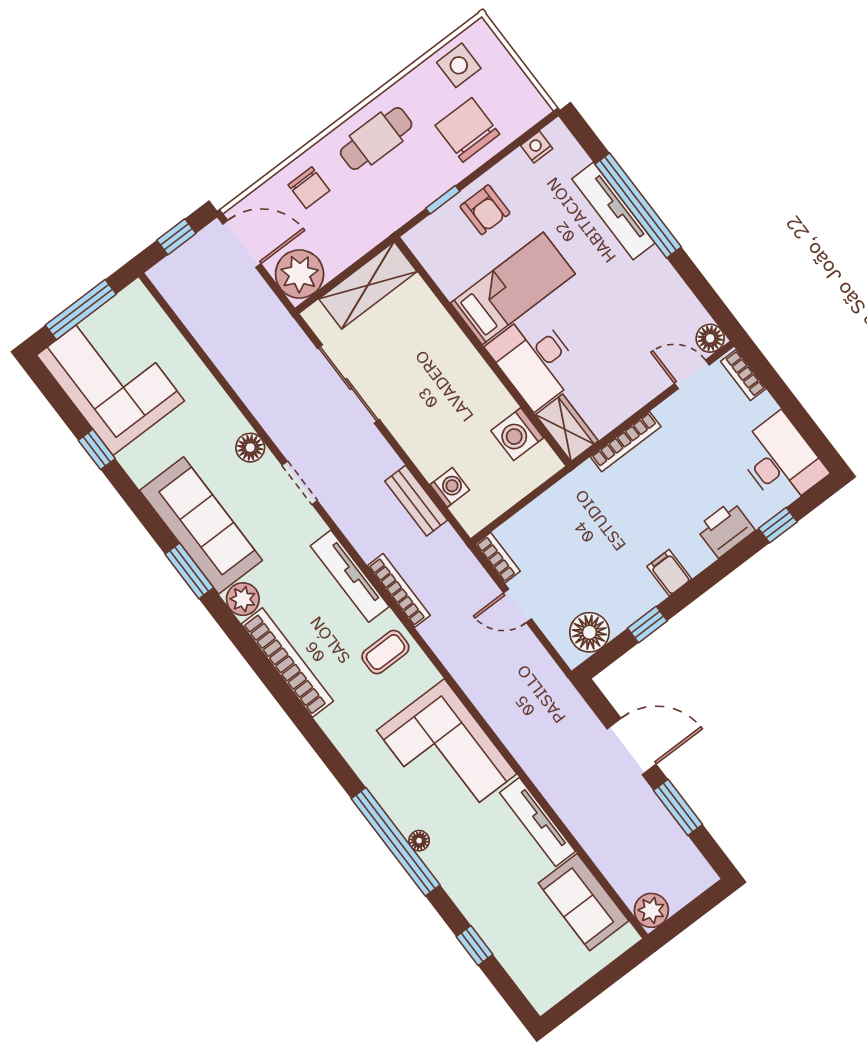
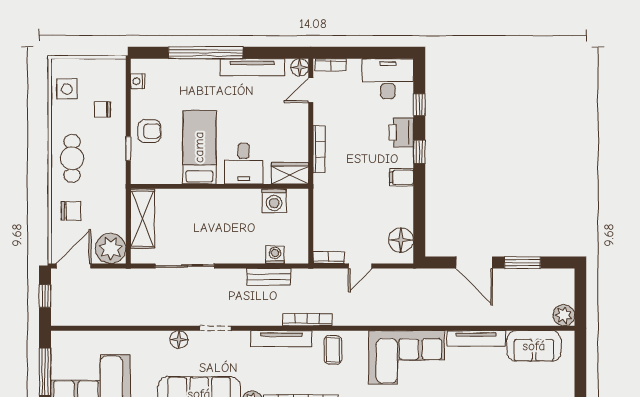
chair: (467, 130) -> (103, 109), width x0.54, depth x0.54
tv unit: (613, 211) -> (252, 67), moved
desk: (535, 360) -> (244, 164), width x0.73
window: (647, 624) -> (419, 152), moved
door: (632, 747) -> (474, 263), swing flipped

